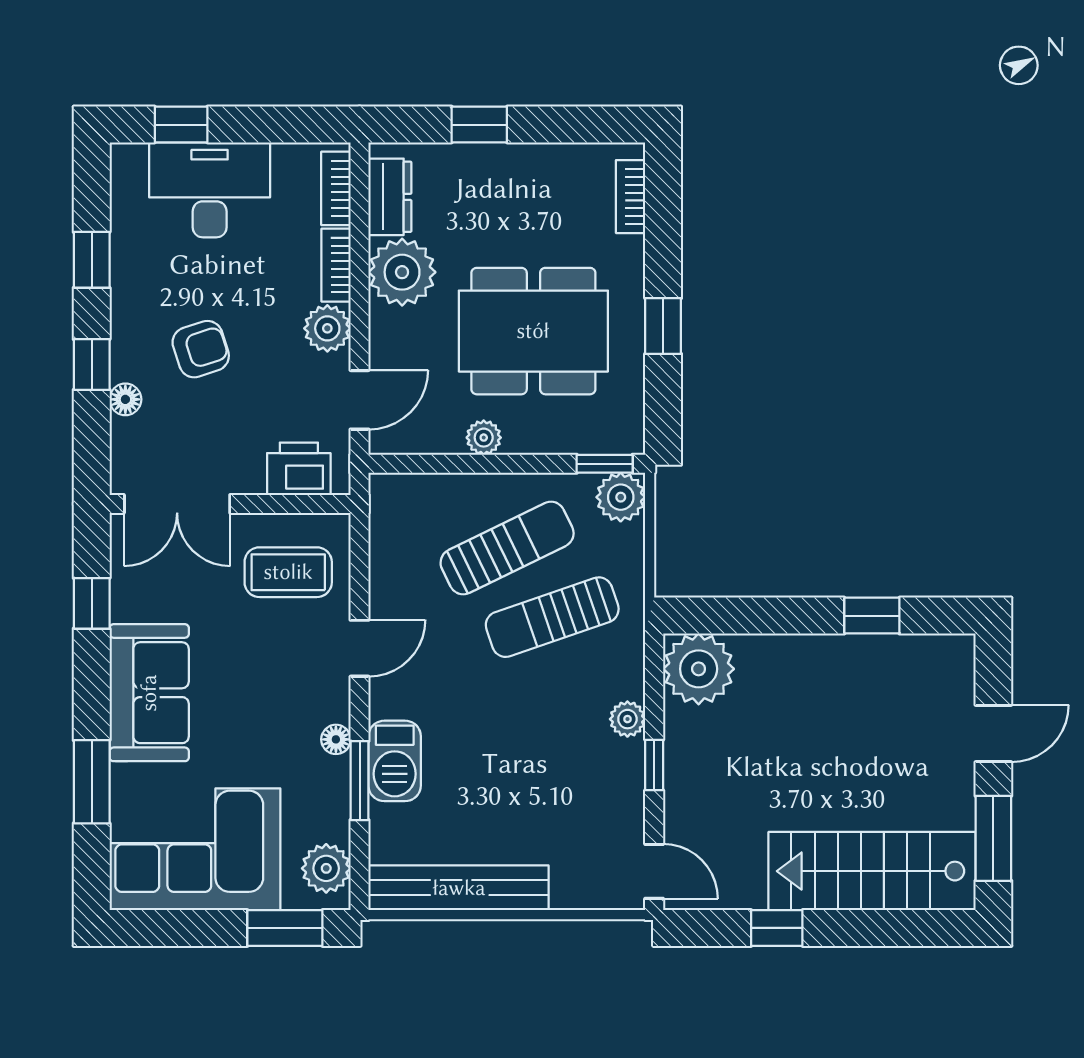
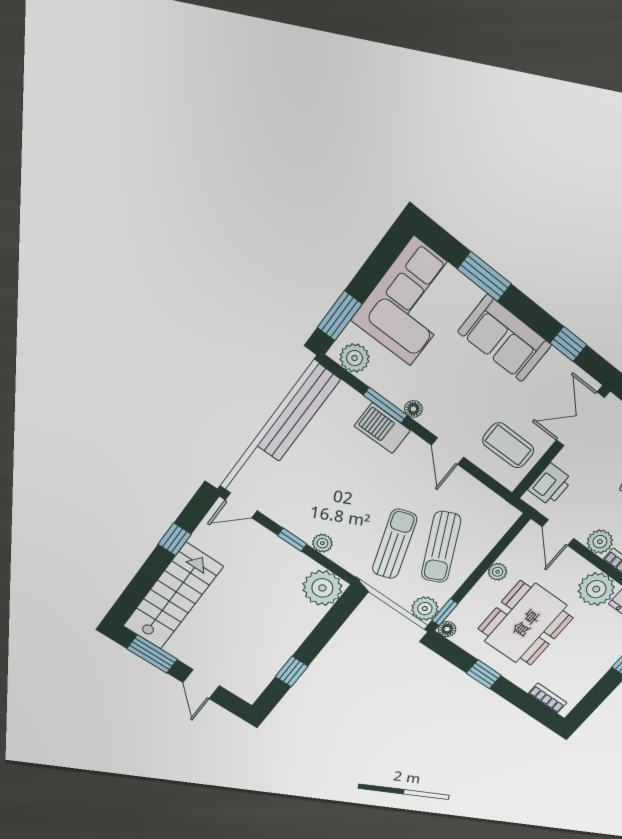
floor lamp: (629, 439) -> (447, 629), added
coffee table: (288, 572) -> (508, 445), turned 90

